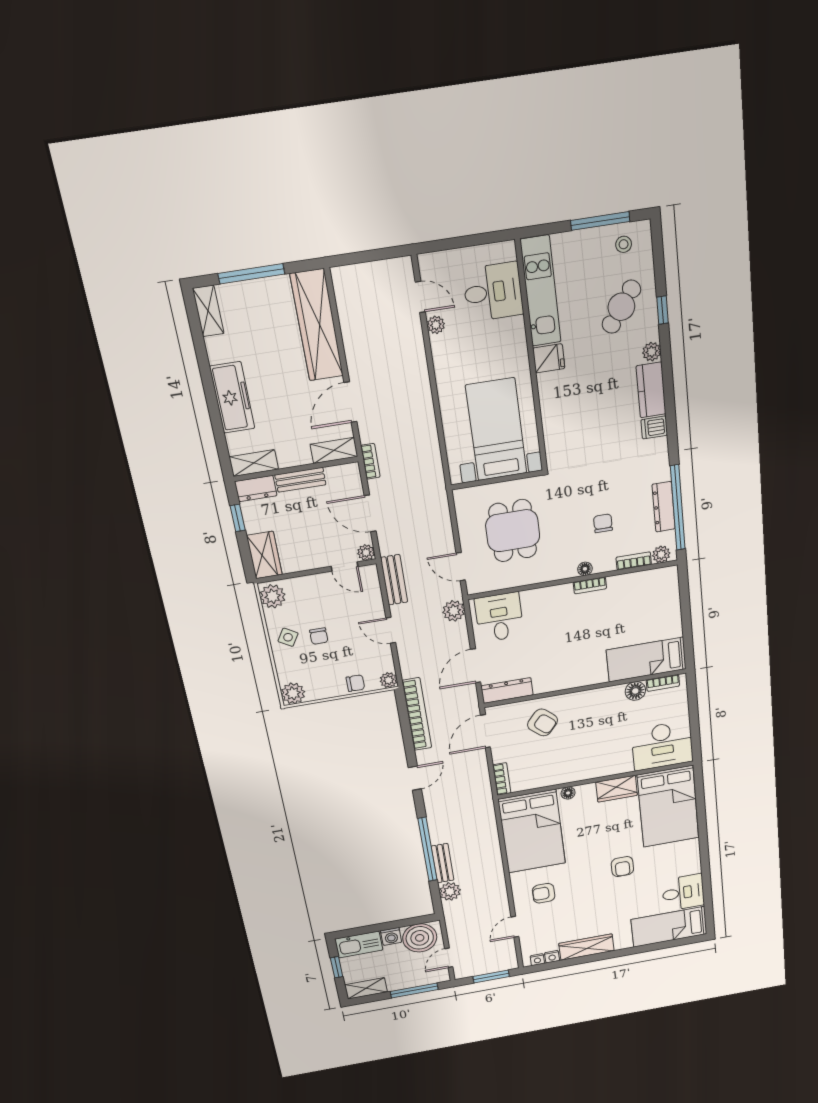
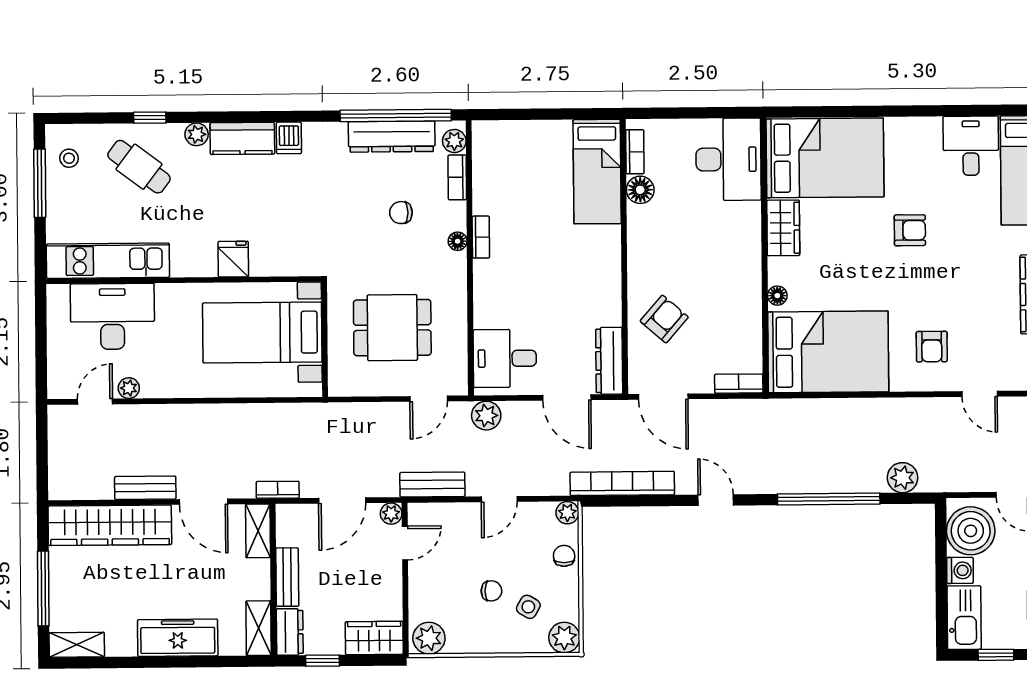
desk: (493, 292) -> (112, 316), width x1.37
fridge: (549, 358) -> (233, 259), moved
dresser: (664, 507) -> (392, 137), width x1.37, depth x1.24
side table: (288, 637) -> (528, 607), moved
bench: (443, 863) -> (145, 488), moved

